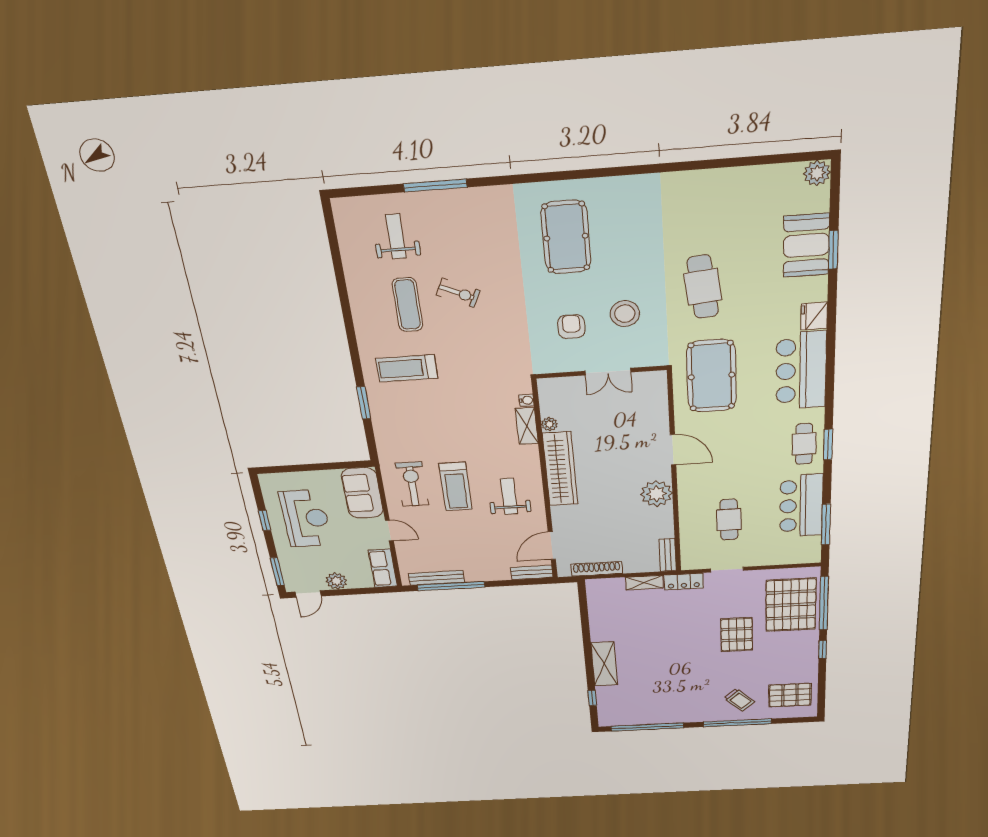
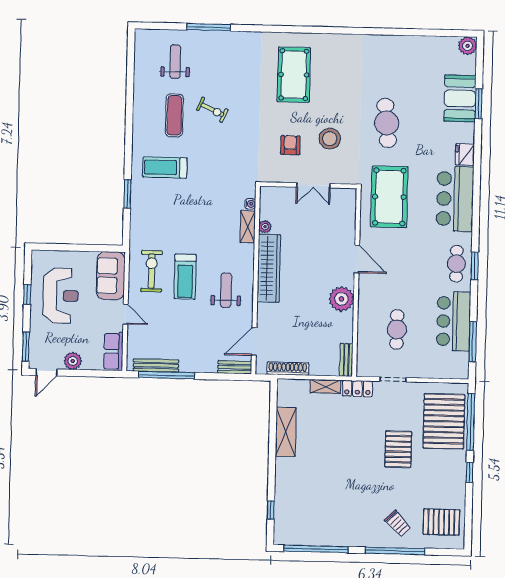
shelving: (604, 664) -> (286, 432), moved

